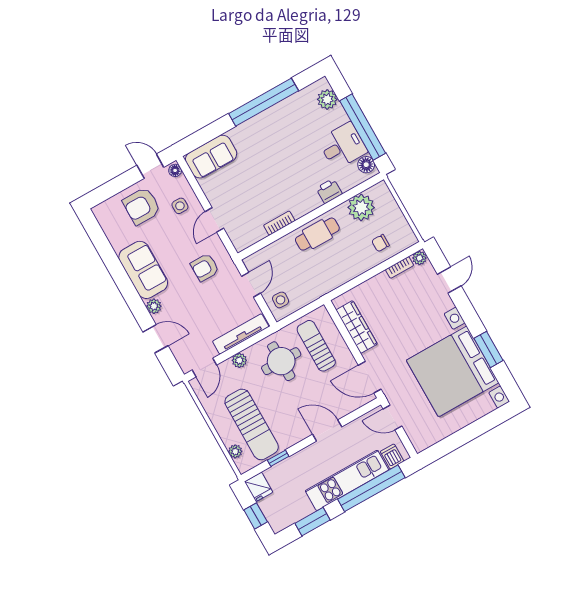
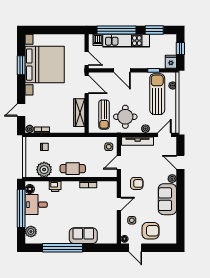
sofa: (211, 157) -> (83, 236), moved

